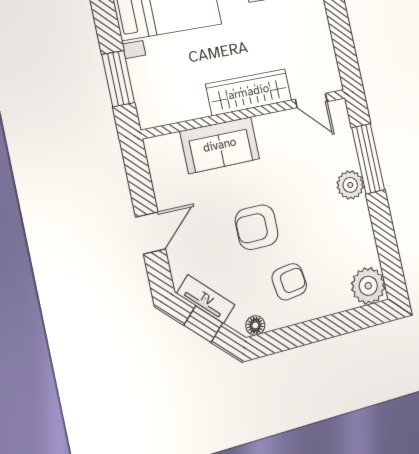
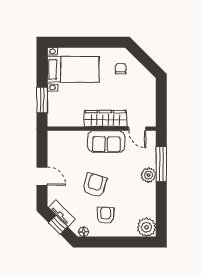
sofa: (220, 145) -> (106, 141), moved
armchair: (257, 227) -> (95, 185), turned 106
door: (151, 233) -> (42, 176), hinge flipped
armchair: (289, 282) -> (105, 215), turned -80

